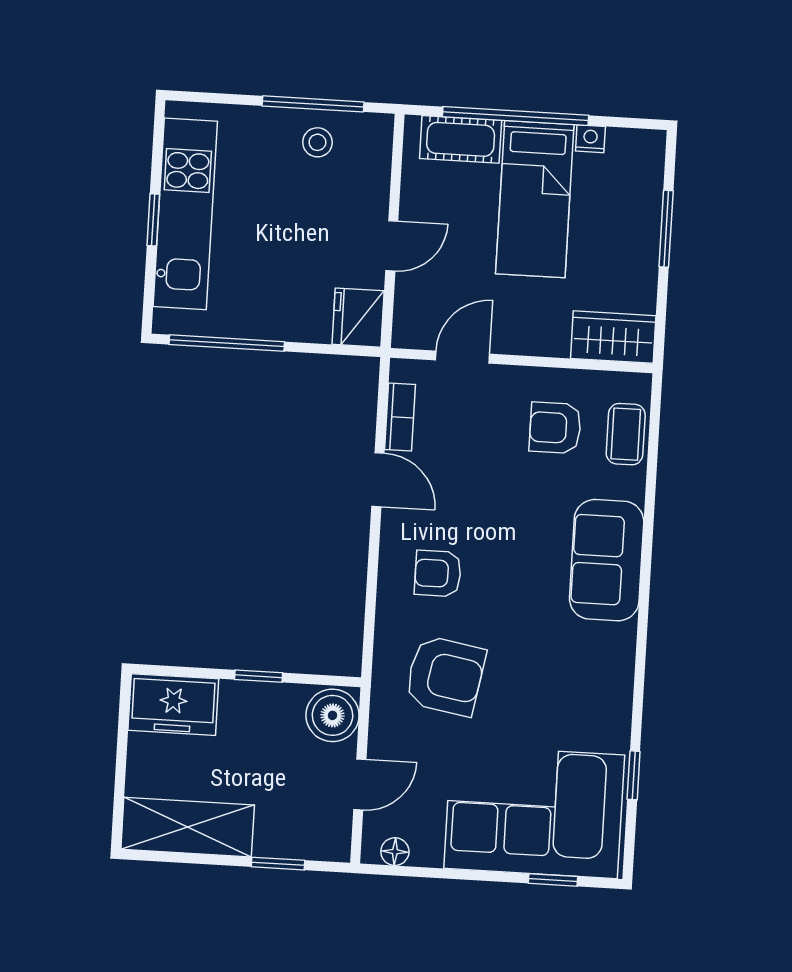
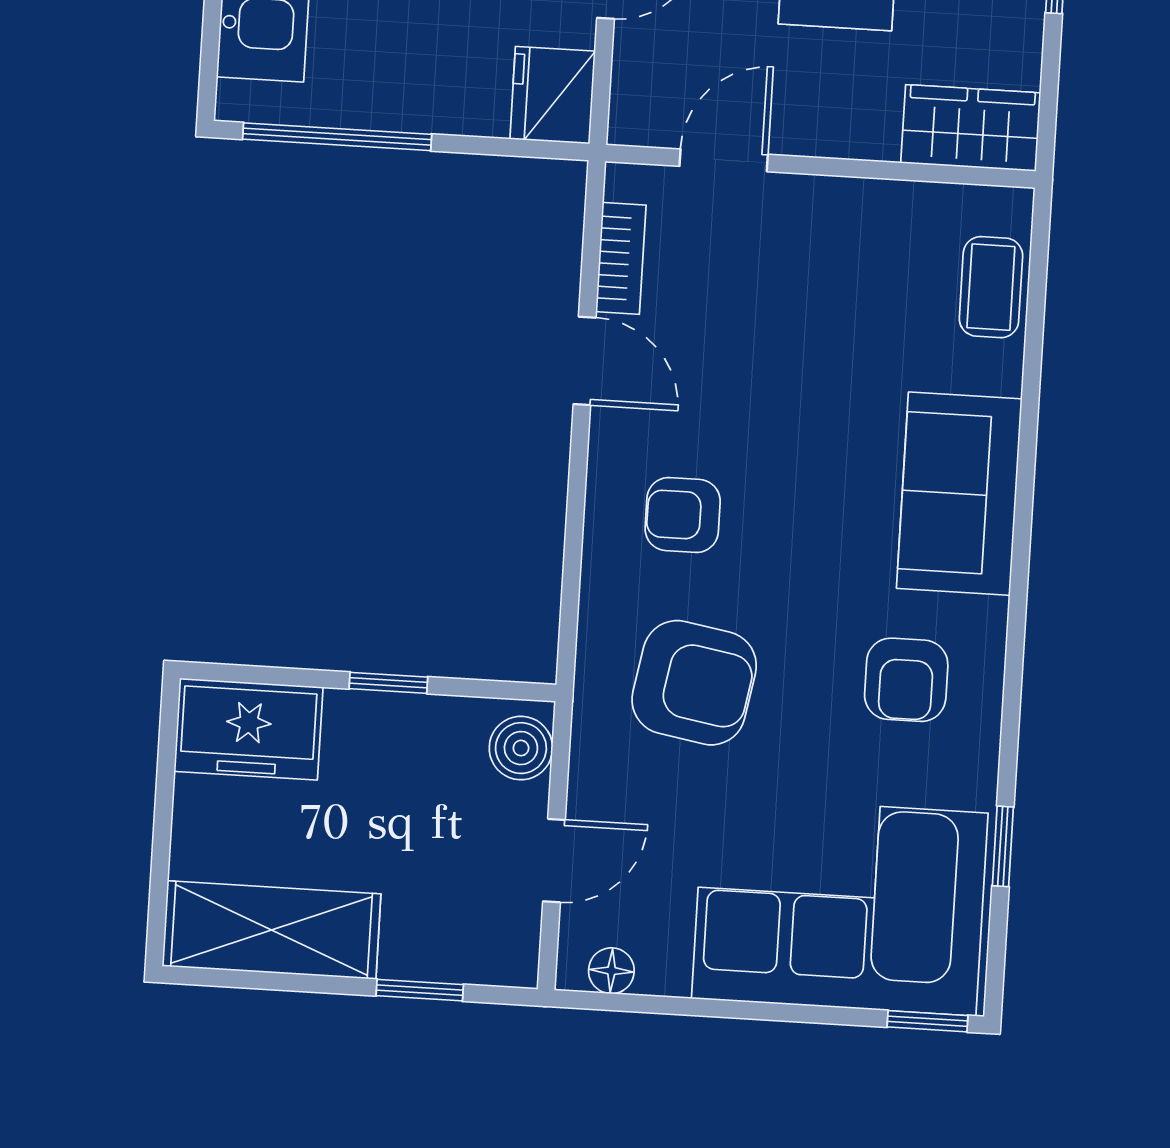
armchair: (555, 428) -> (906, 680), moved, turned -90
boiler: (332, 715) -> (521, 748), width x0.73, depth x0.73
window: (553, 880) -> (928, 1021), moved

